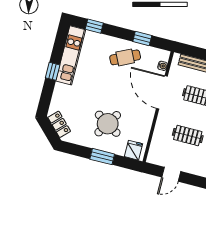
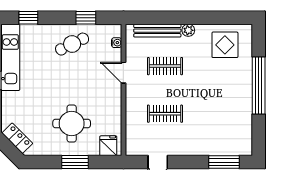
door: (162, 92) -> (123, 73), width x0.53
round table: (108, 124) -> (72, 123), turned -32

